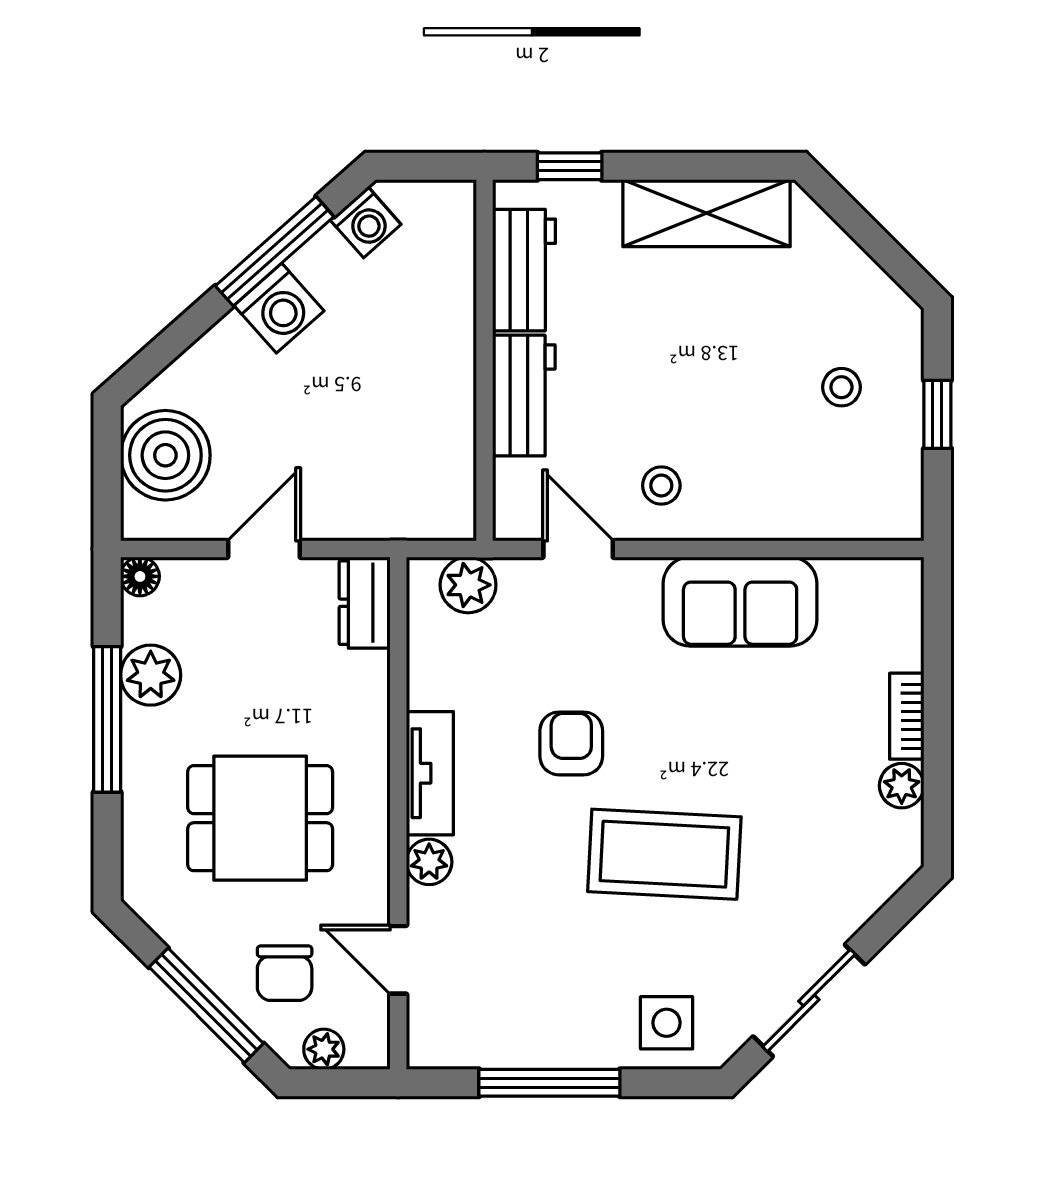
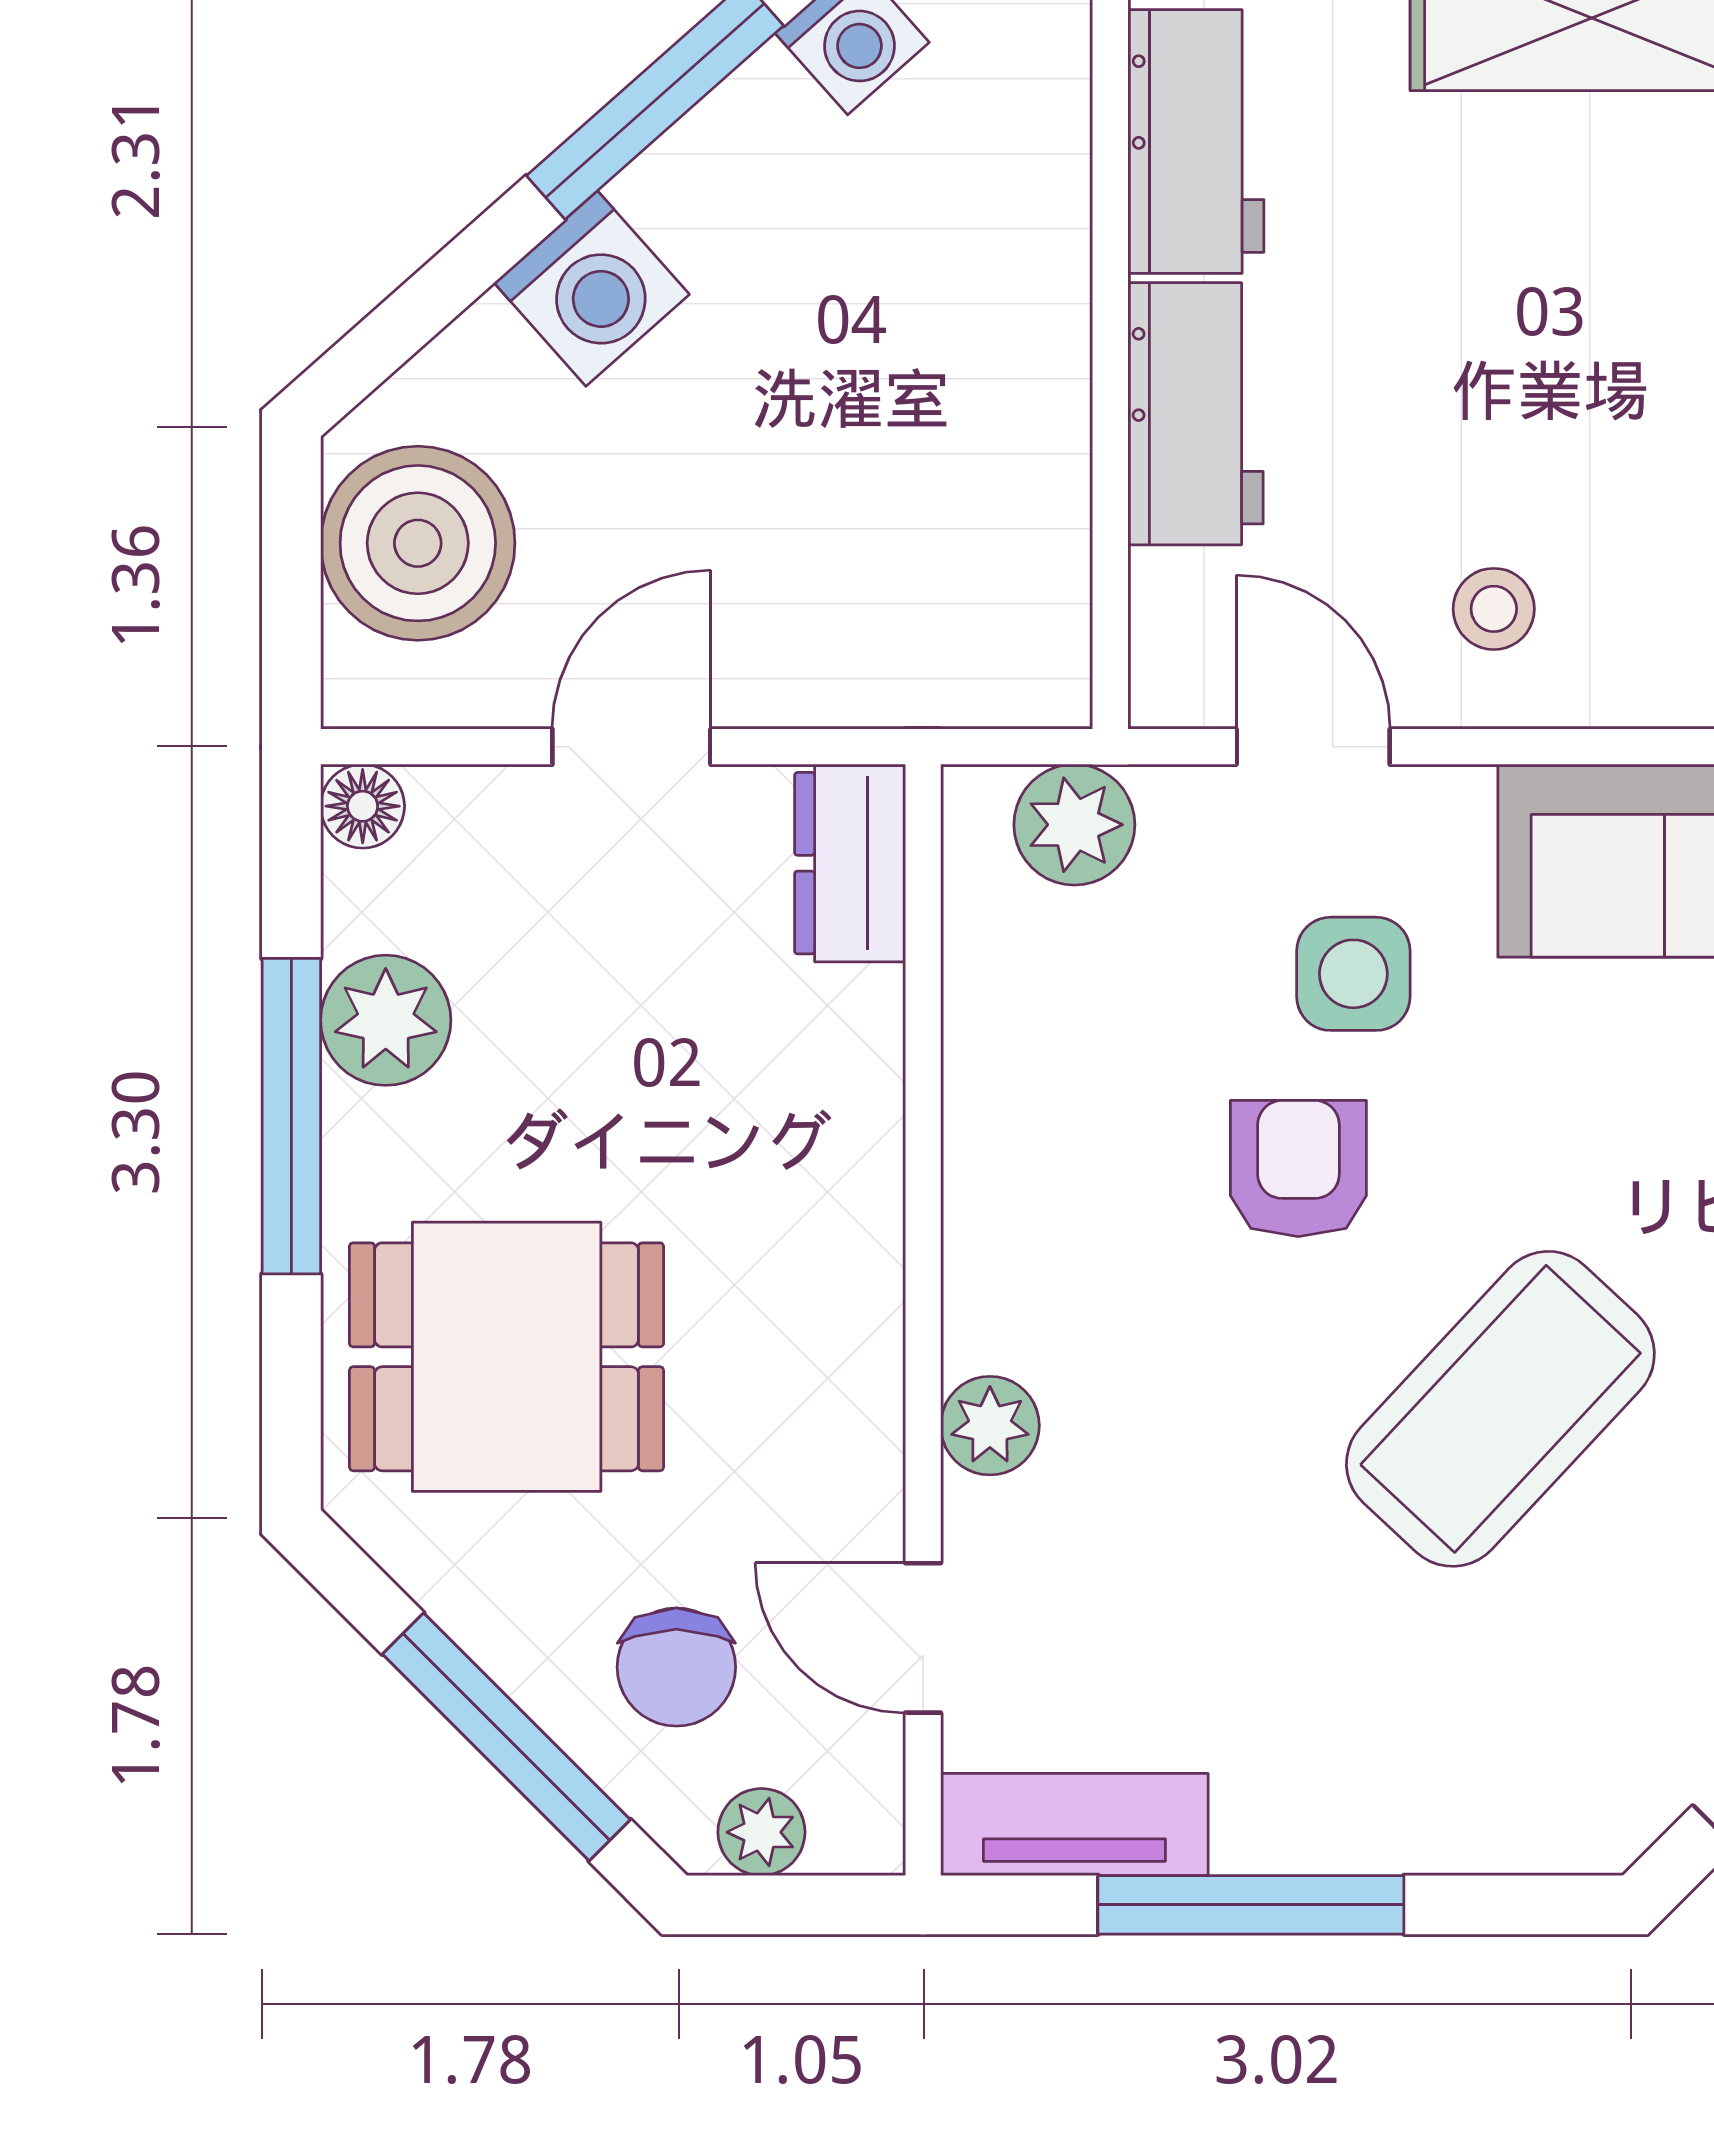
washing machine: (279, 308) -> (592, 289), moved
tv unit: (430, 773) -> (1074, 1824), moved, turned -90
dining table: (260, 818) -> (507, 1357), moved
coffee table: (664, 854) -> (1500, 1409), turned -50
side table: (667, 1023) -> (1353, 974), moved

